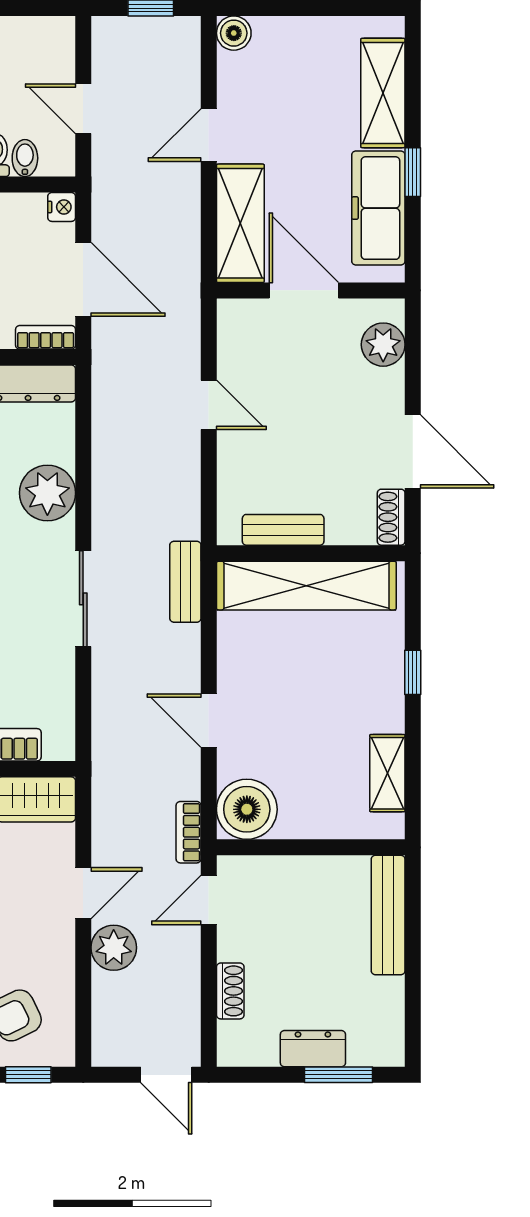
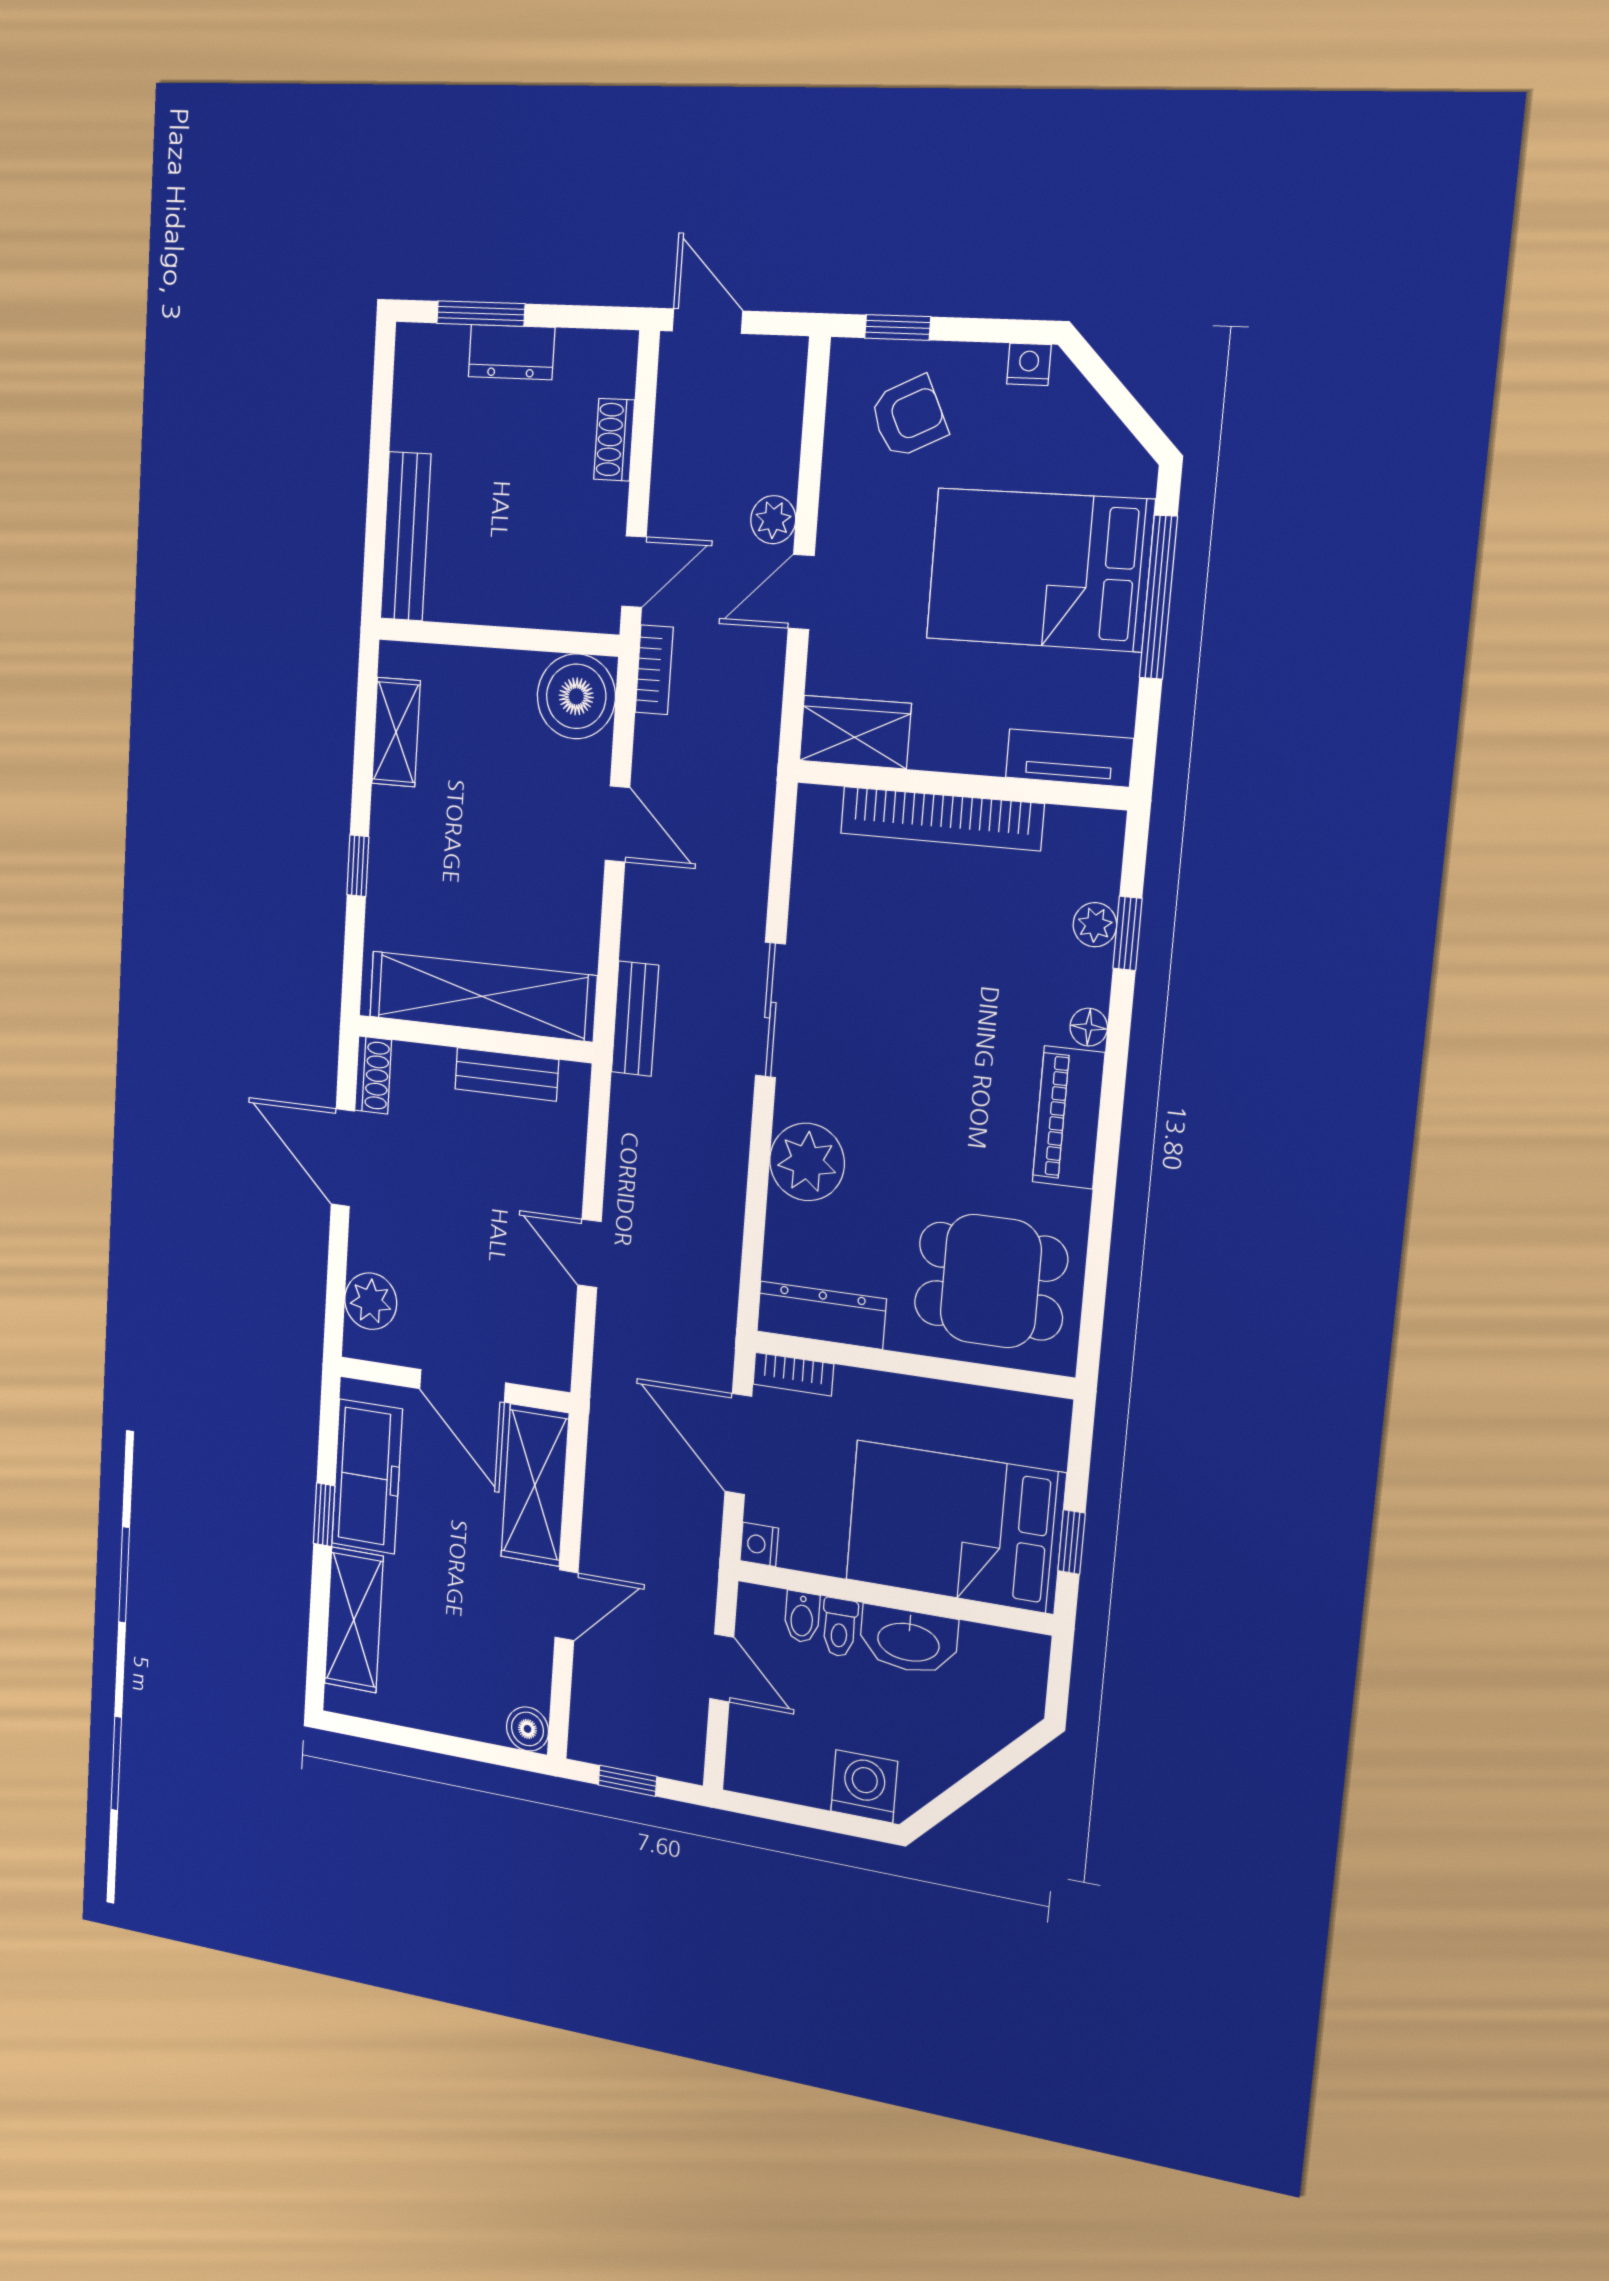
plant: (114, 948) -> (773, 520), width x0.73, depth x0.73

